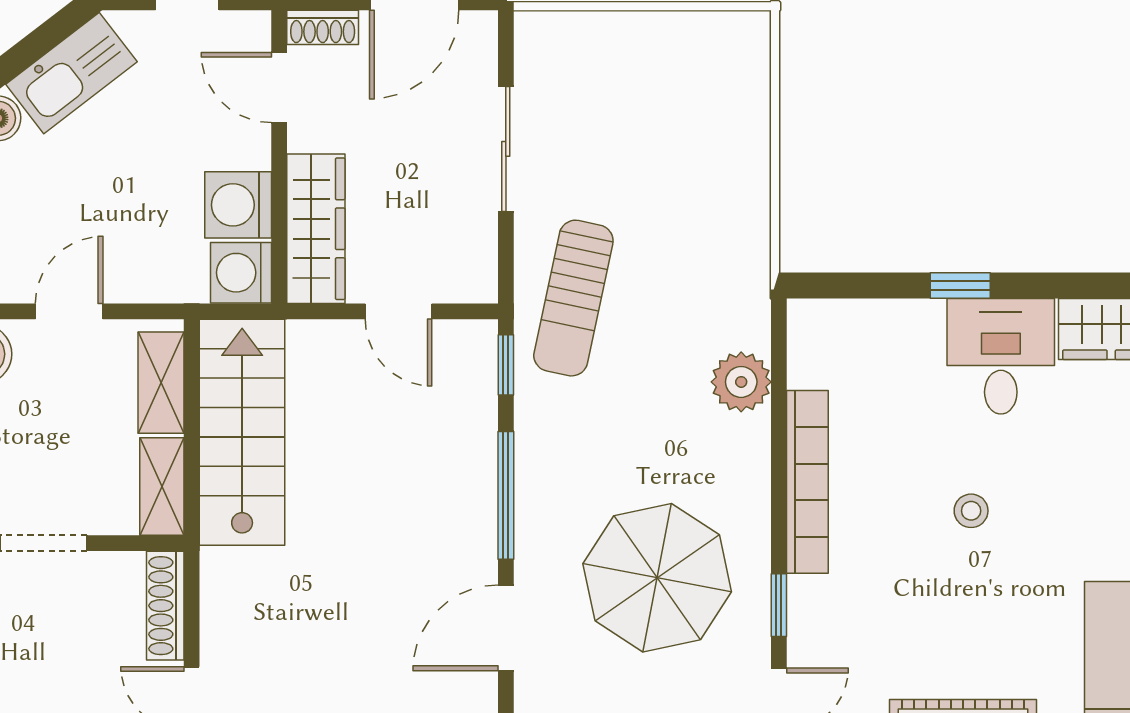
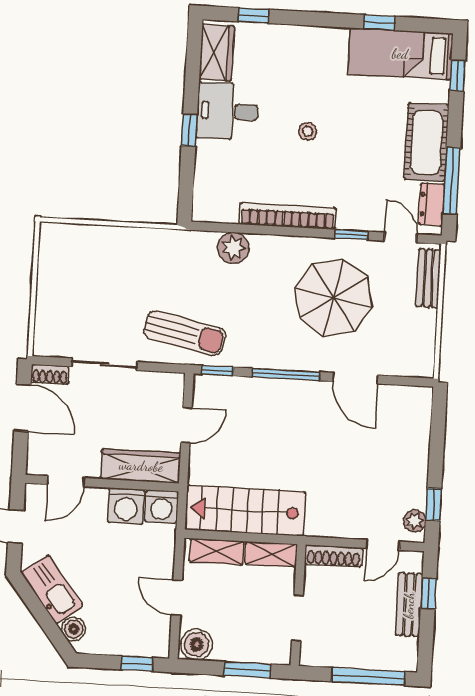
shoe rack: (323, 27) -> (50, 374), moved, turned 90

